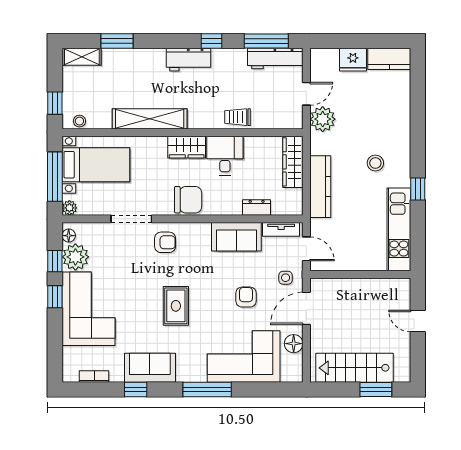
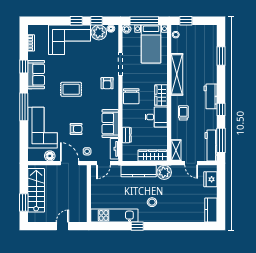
shelving: (82, 57) -> (176, 150), moved
fridge: (353, 60) -> (210, 179), moved
trolley: (237, 117) -> (183, 113), moved
plant: (323, 119) -> (164, 172), moved

